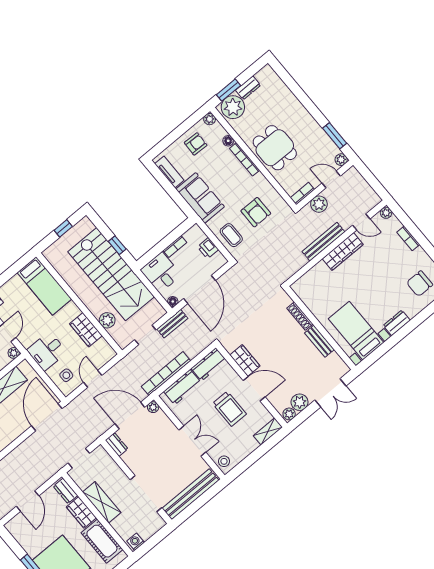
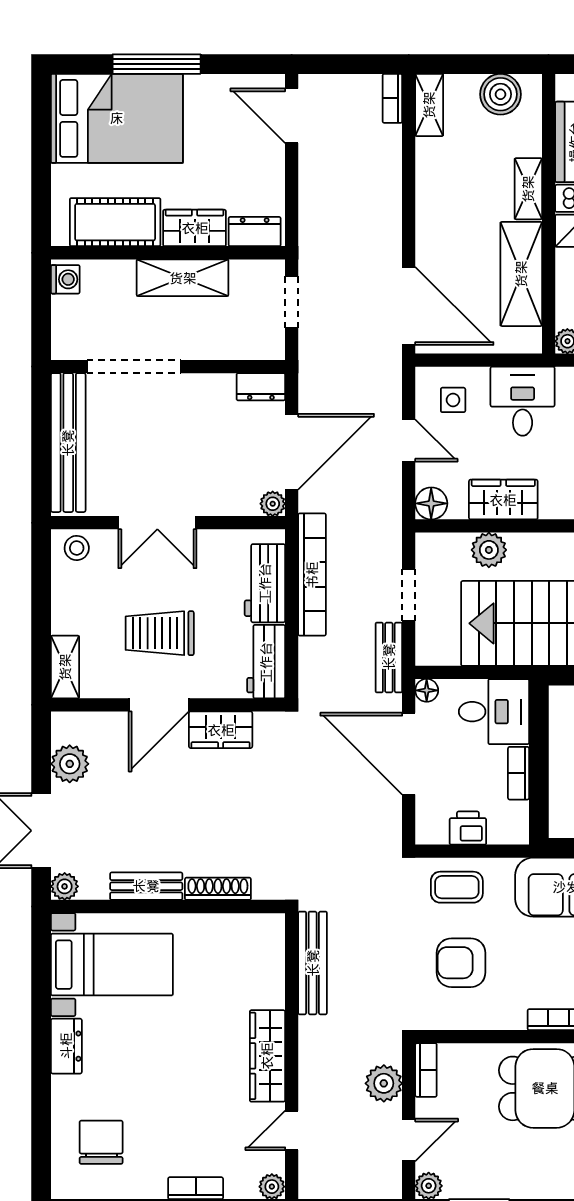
bench: (323, 242) -> (313, 963), moved
floor lamp: (108, 353) -> (431, 503), added
plant: (289, 414) -> (65, 886), moved
door: (28, 501) -> (292, 116), moved

